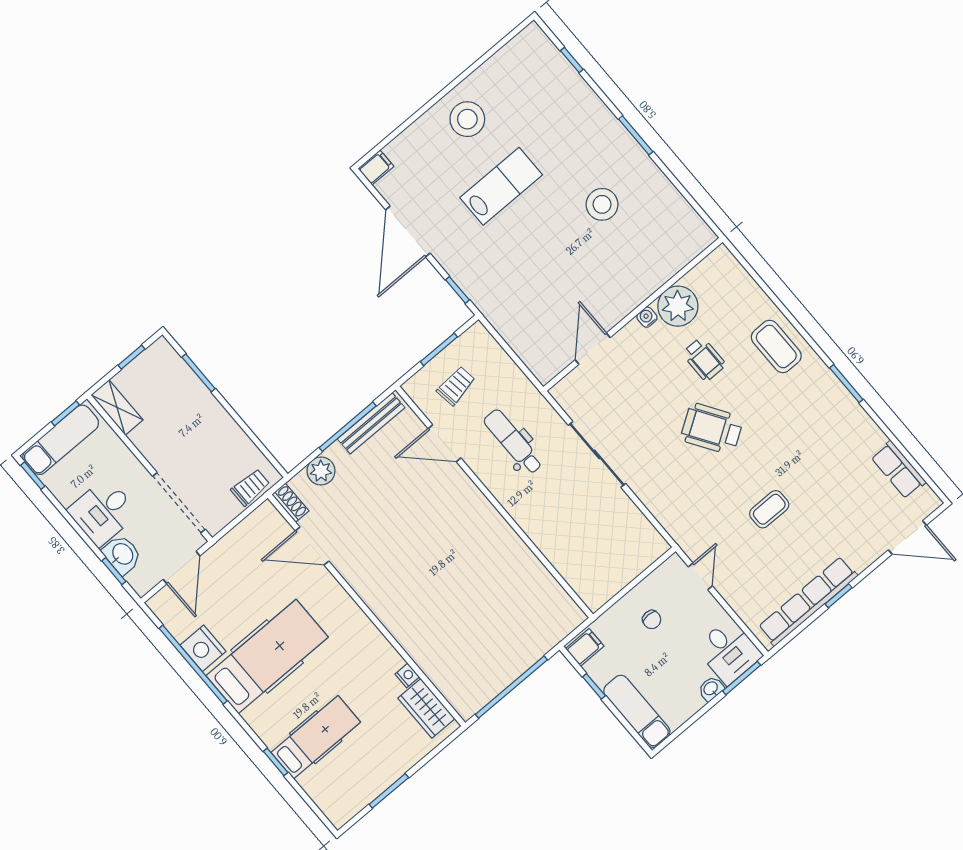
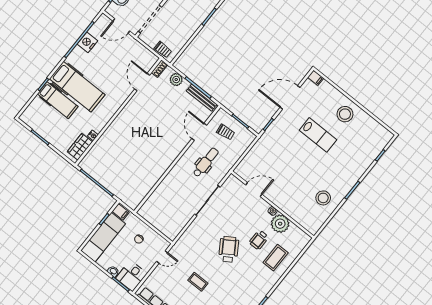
stool: (602, 204) -> (323, 198), moved
coffee table: (776, 346) -> (276, 258), moved
hospital bed: (267, 656) -> (77, 87), moved
exam couch: (637, 711) -> (103, 237), width x1.36, depth x1.45

